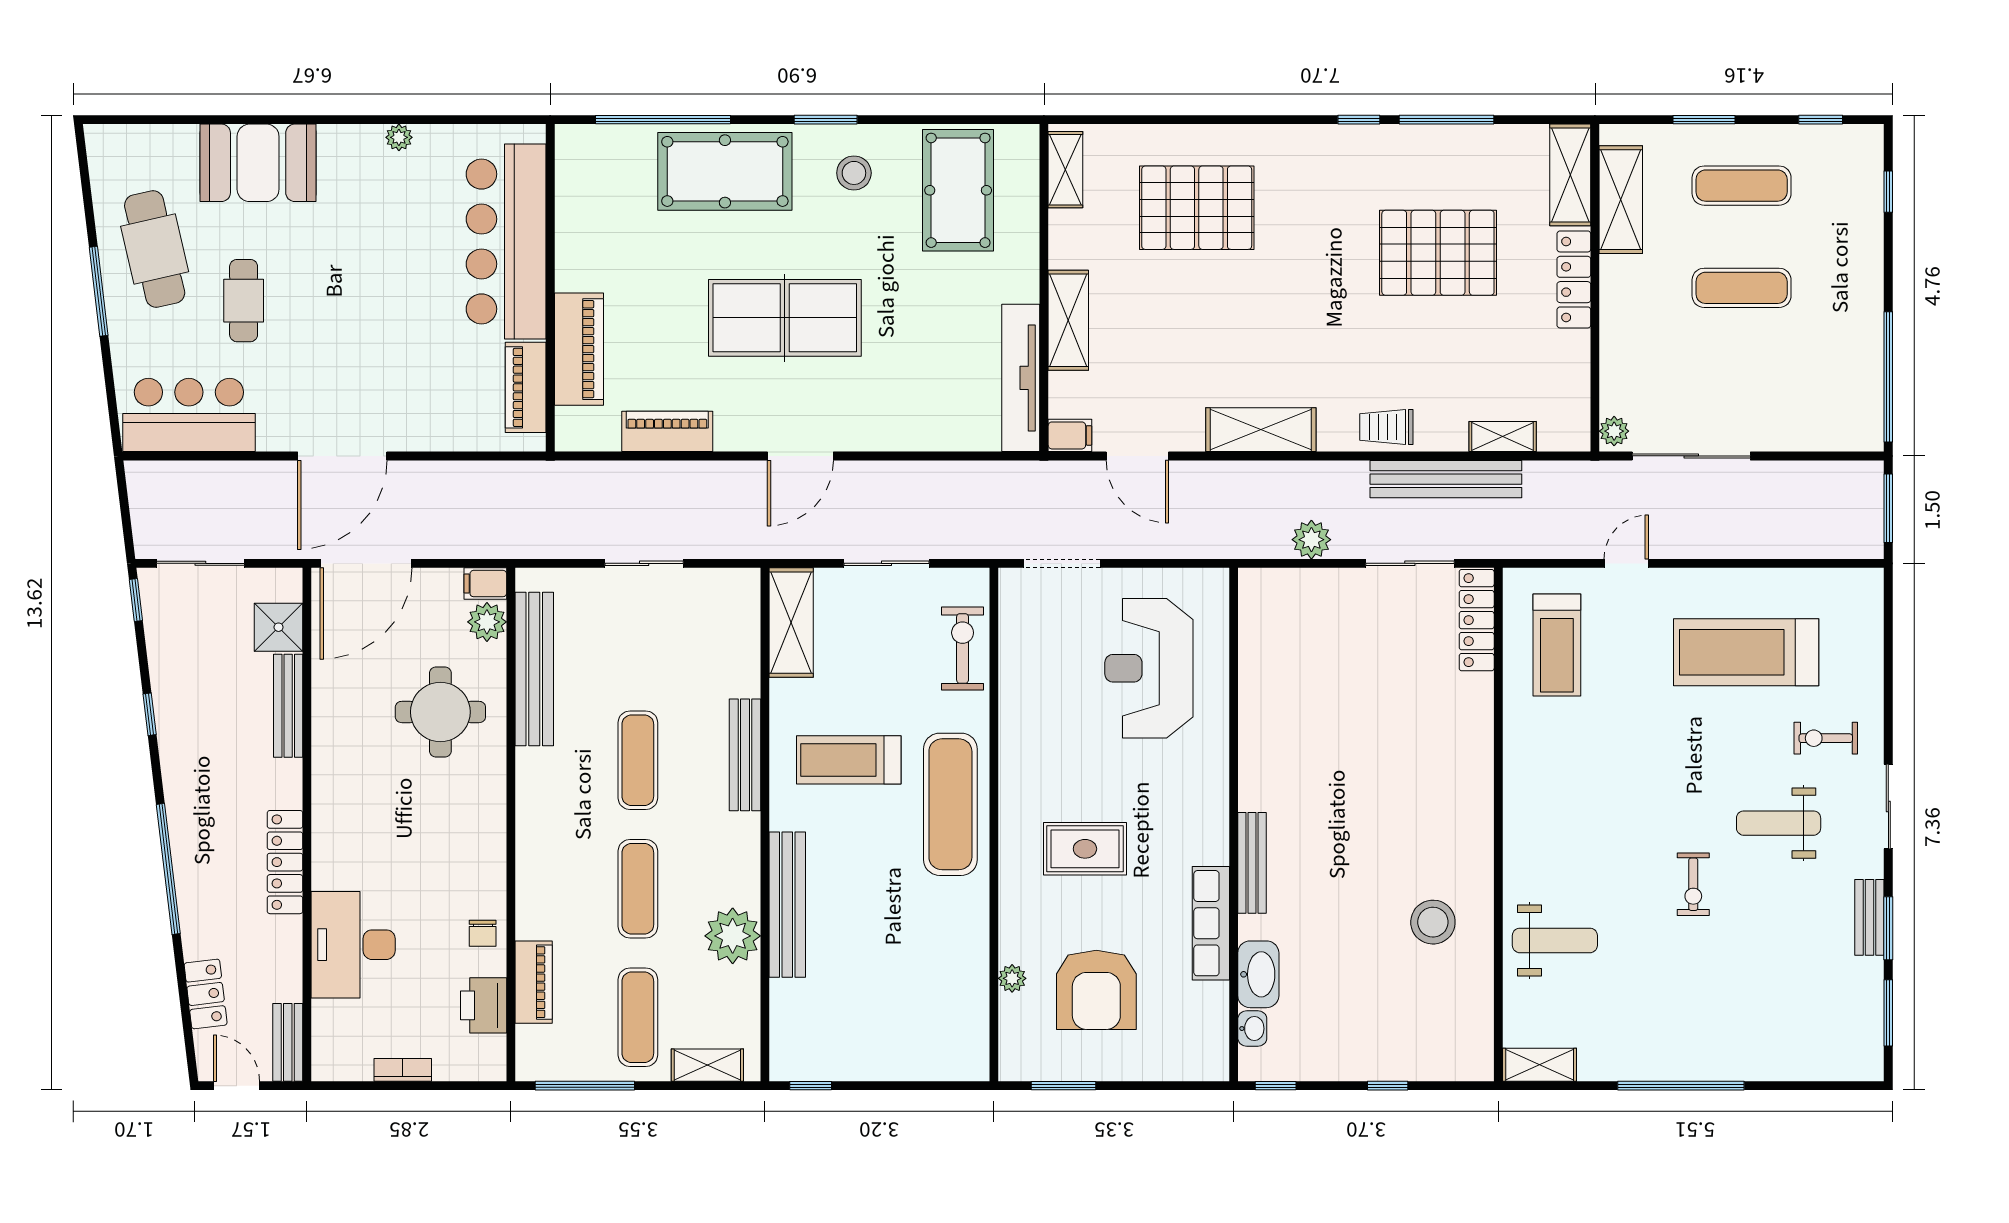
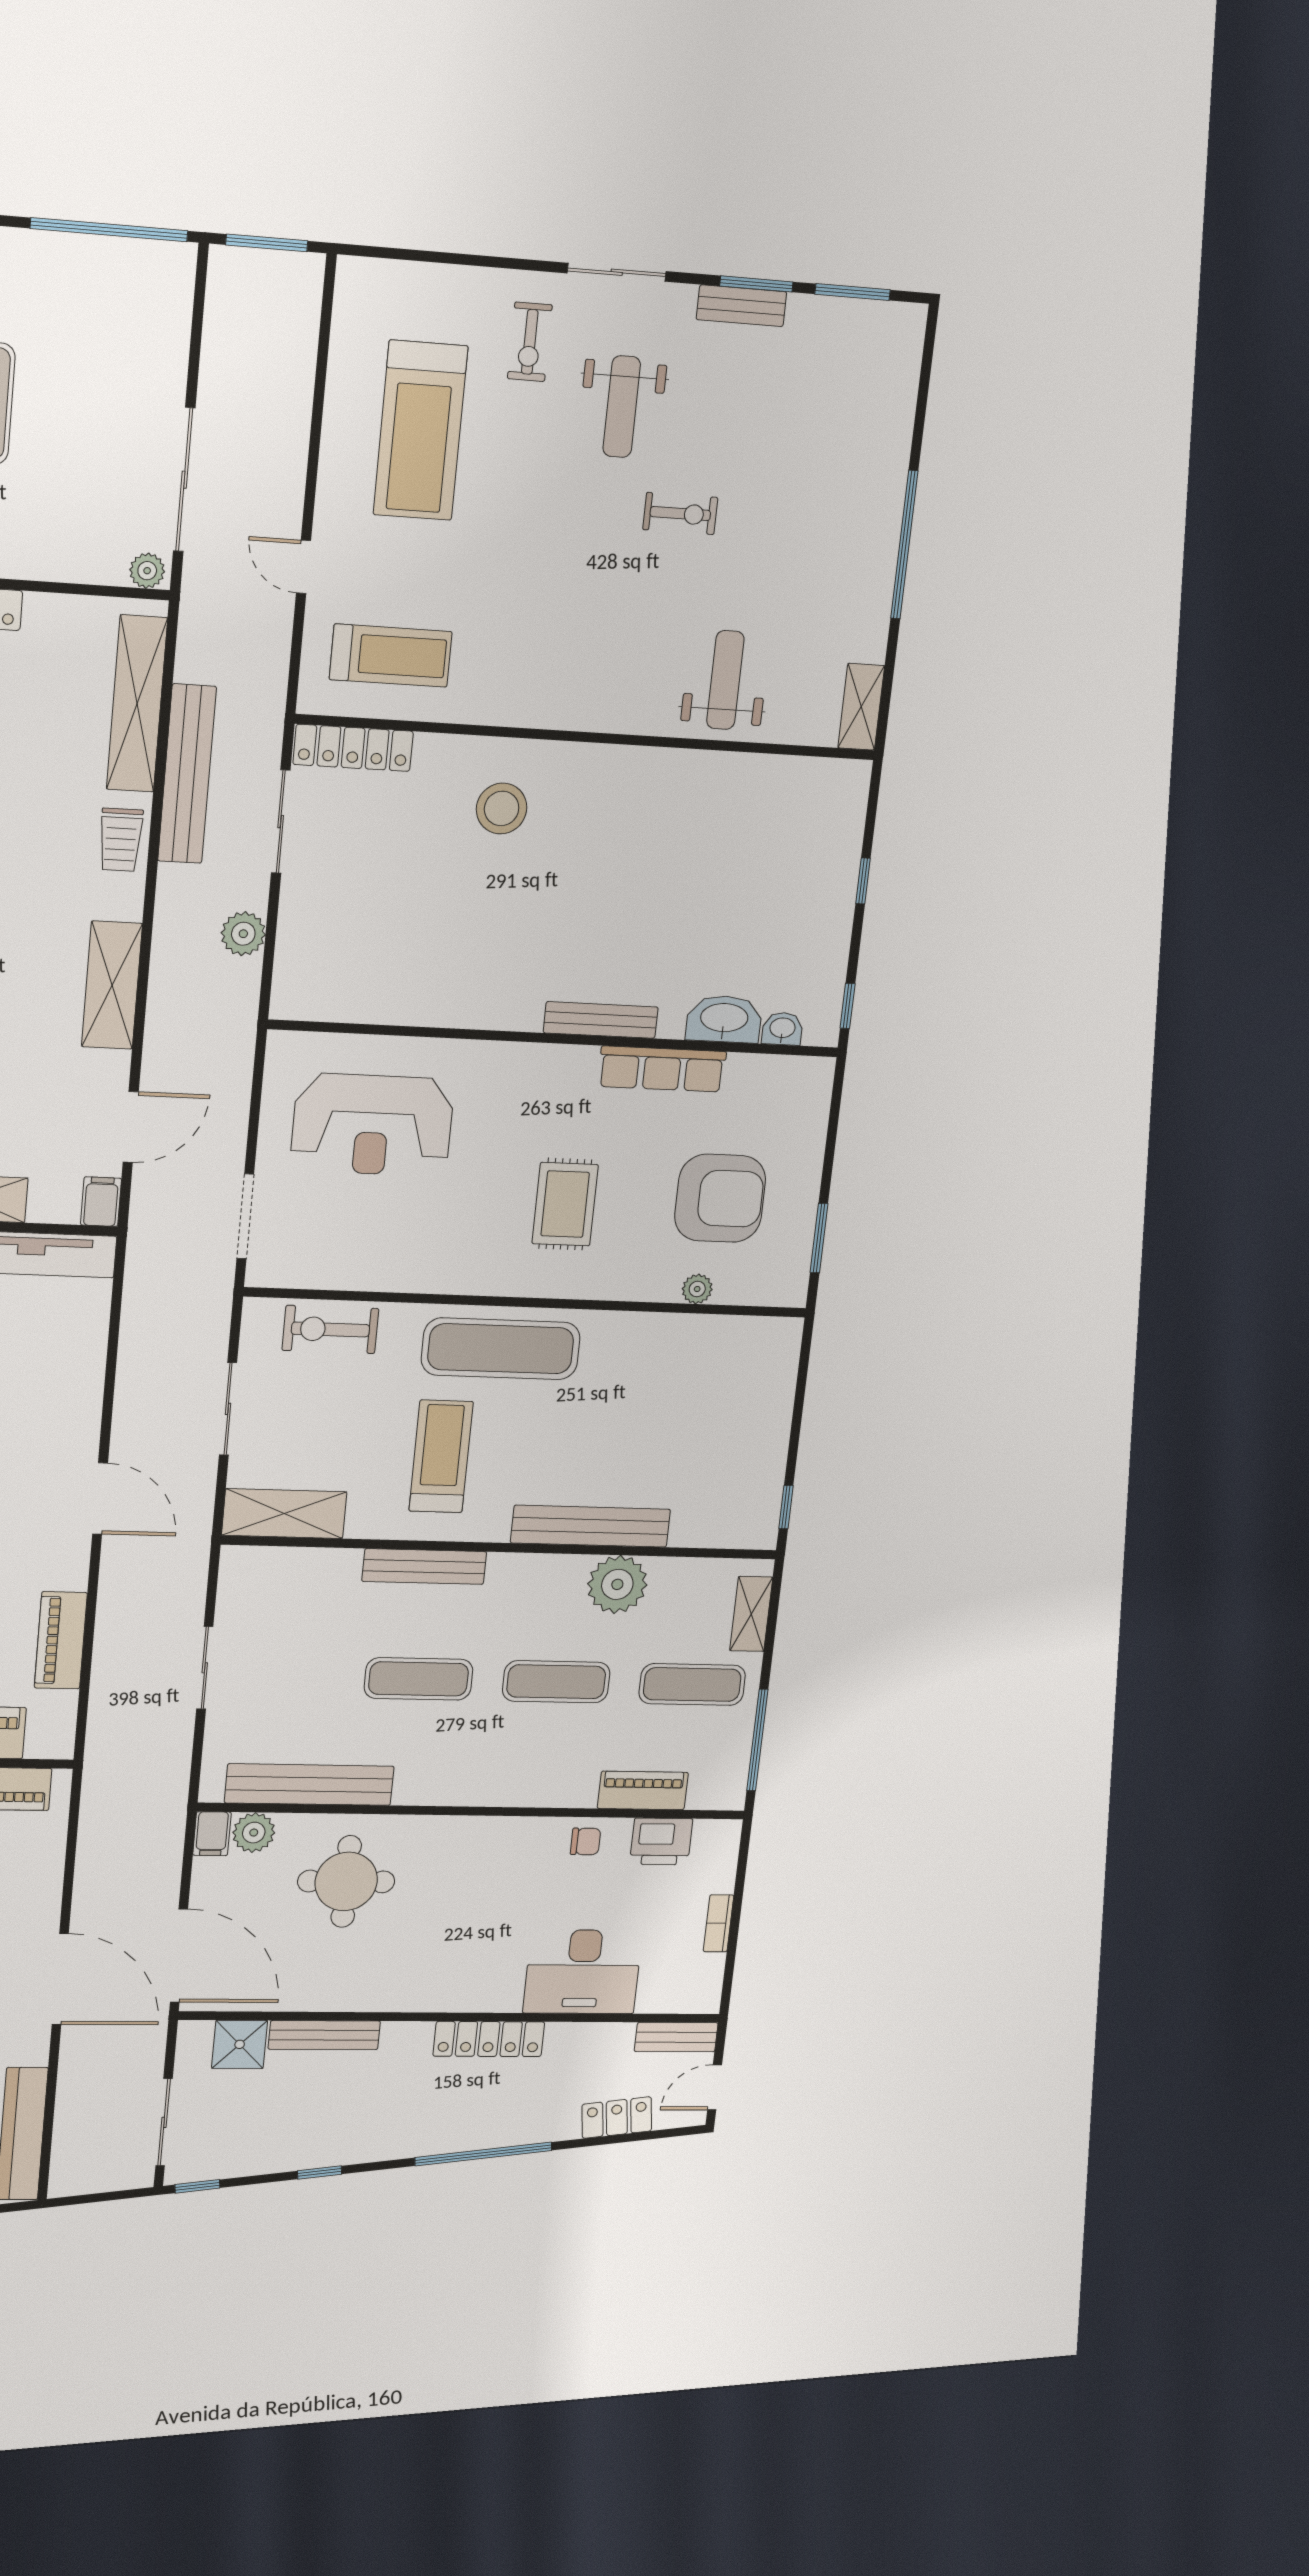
shelving: (1503, 437) -> (137, 704), width x2.20, depth x1.33
treadmill: (849, 760) -> (441, 1456), turned 180
stool: (1433, 922) -> (502, 808), moved

